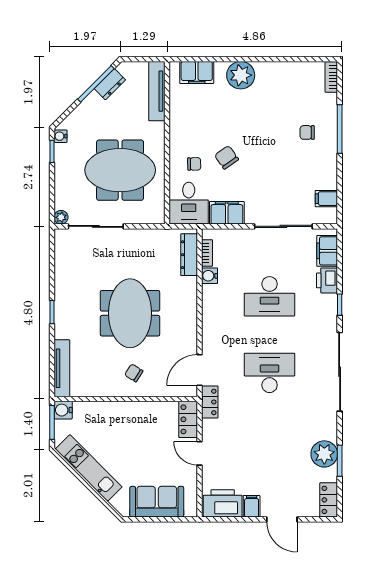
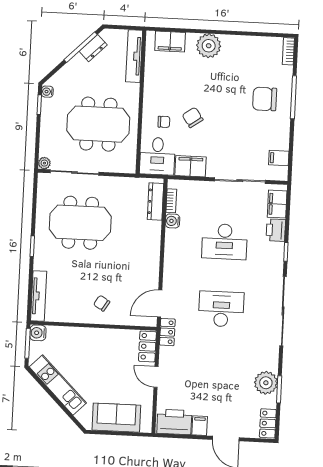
chair: (307, 132) -> (265, 99), width x1.87, depth x1.87
meeting table: (130, 313) -> (80, 223), moved, turned 90

